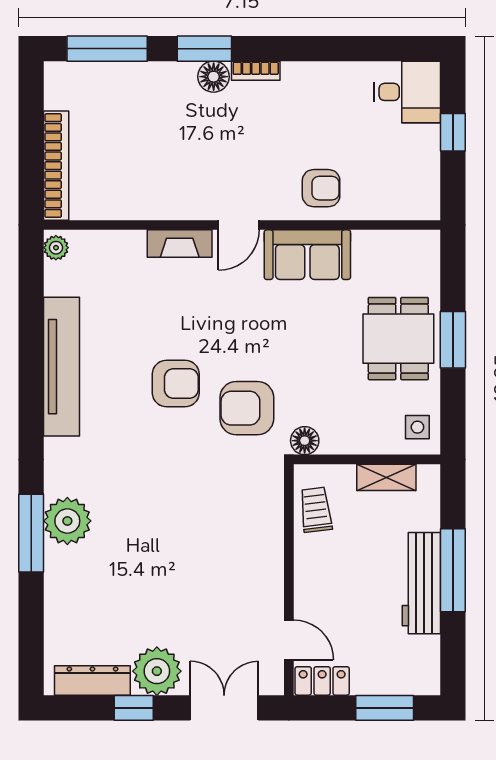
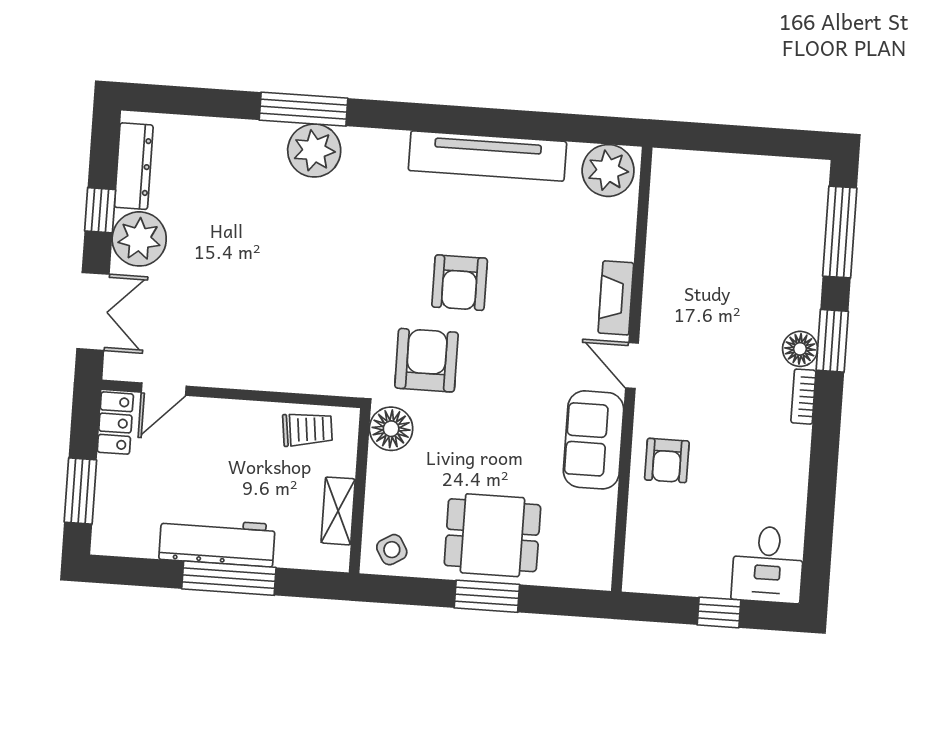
bookcase: (56, 166) -> (713, 166), removed
plant: (56, 248) -> (608, 170), width x1.88, depth x1.88
side table: (417, 427) -> (392, 550), turned -31
floor lamp: (305, 441) -> (391, 429), width x1.38, depth x1.38

